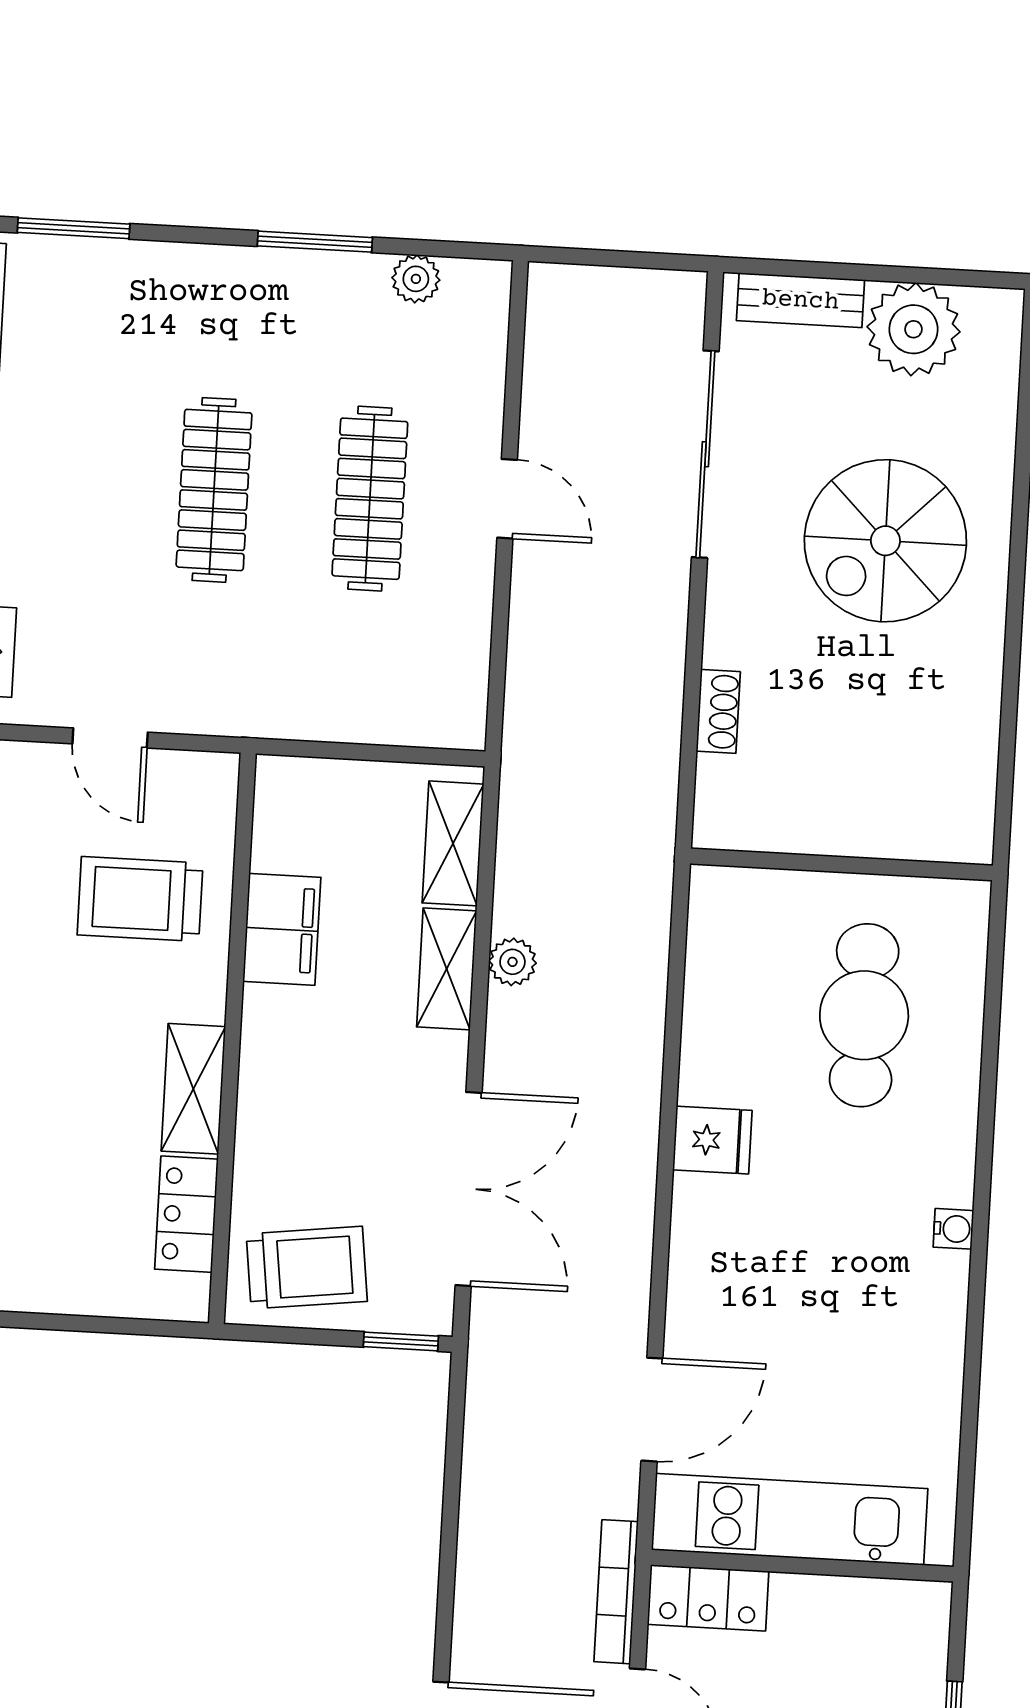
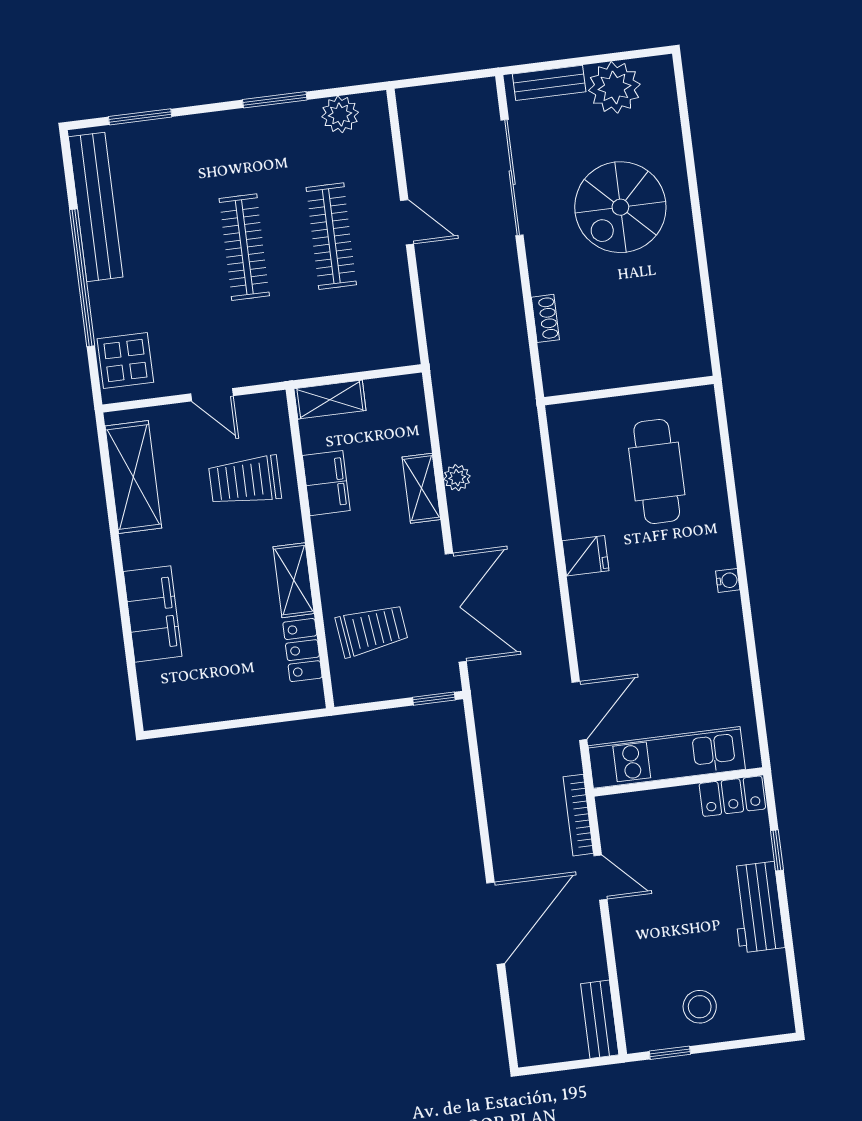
plant: (416, 279) -> (340, 114), width x1.38, depth x1.38
shelving: (453, 843) -> (330, 400), moved, turned 90
trolley: (307, 1268) -> (372, 630), moved
locker: (708, 1598) -> (732, 796), moved

